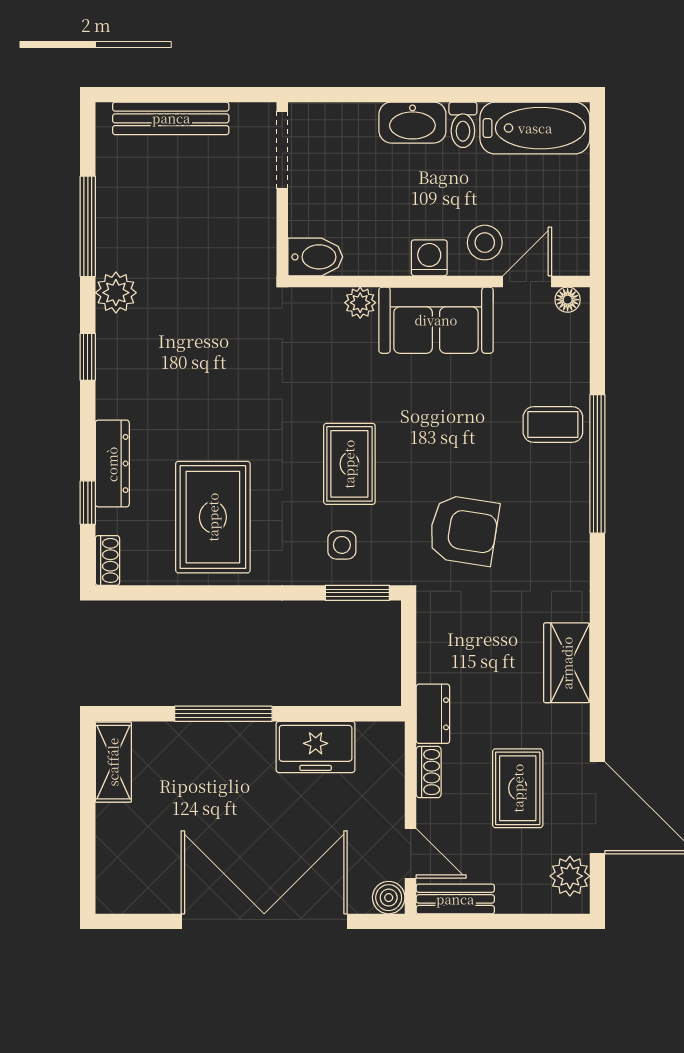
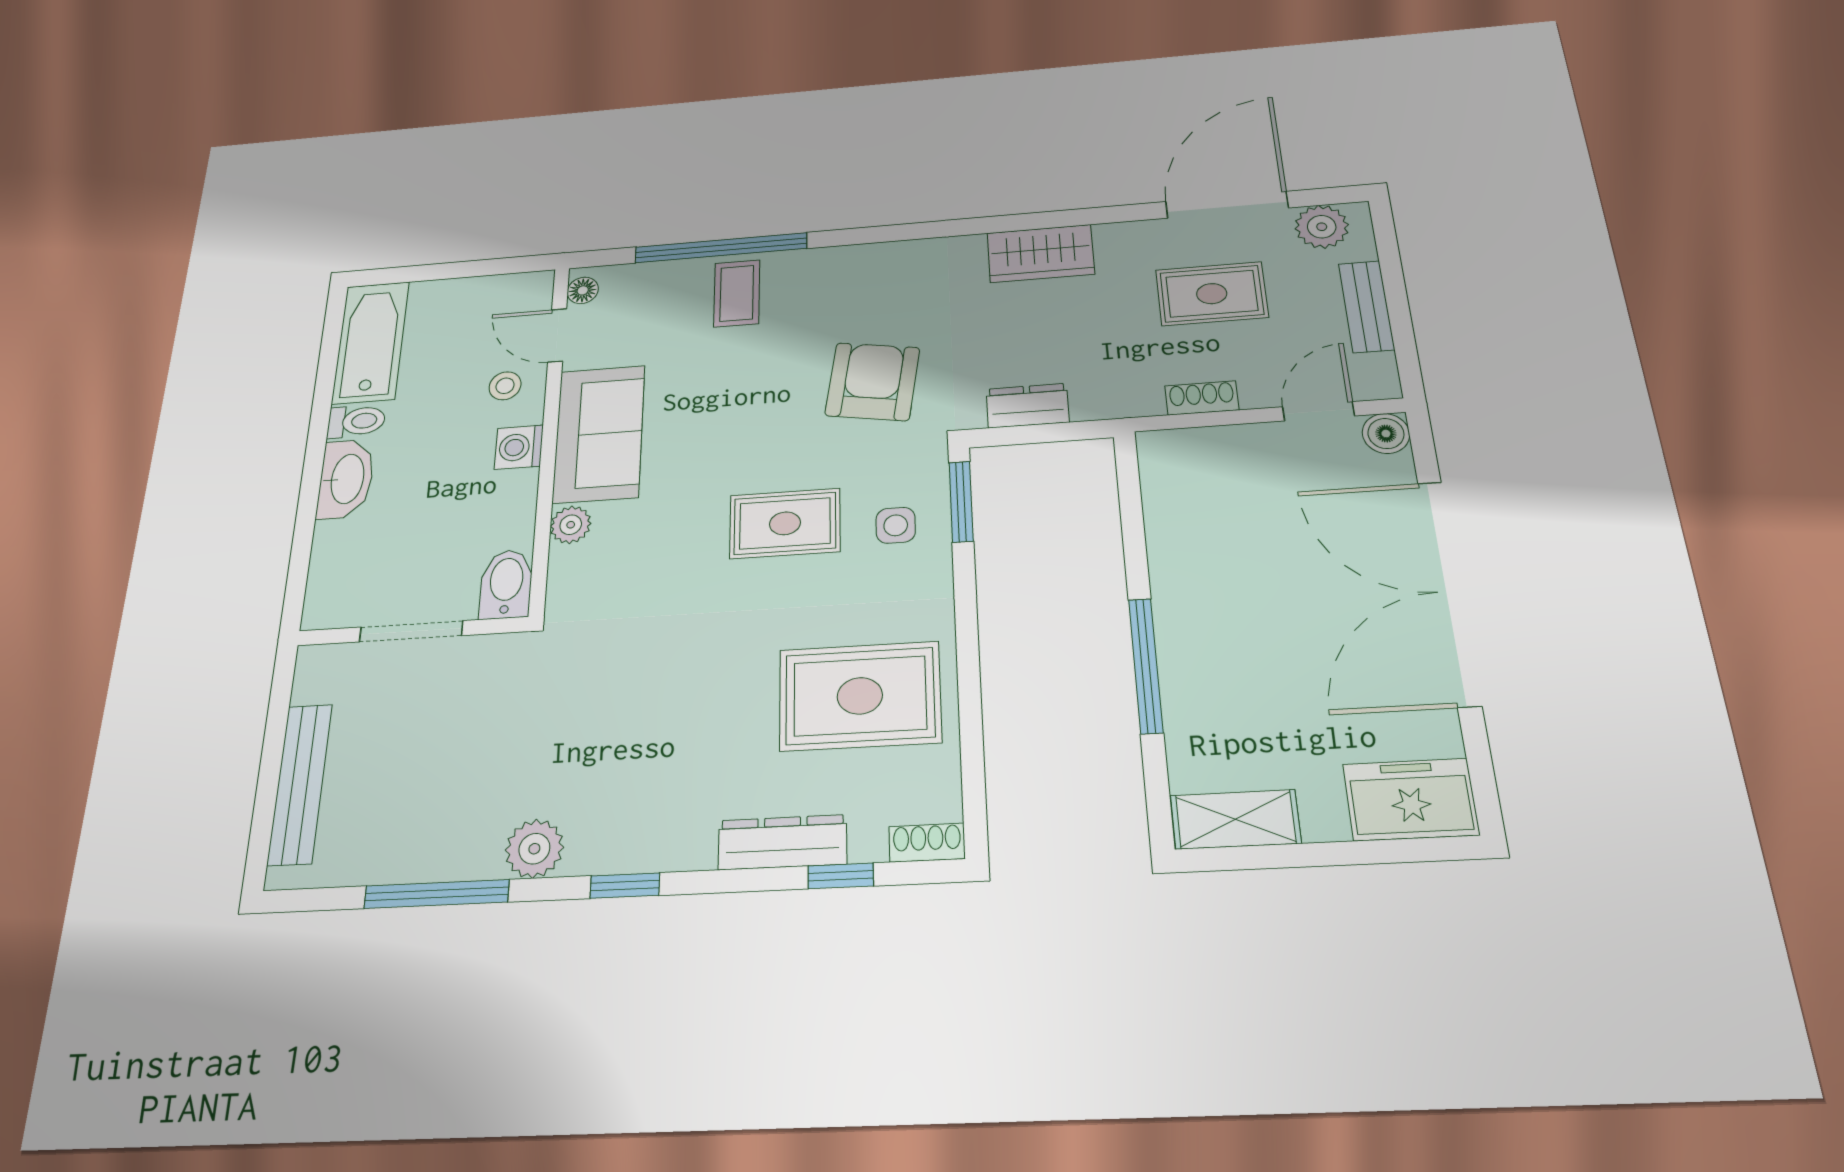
doorway: (282, 150) -> (411, 631), moved
stool: (485, 243) -> (505, 386), width x0.73, depth x0.73
window: (597, 464) -> (721, 248), moved
dresser: (433, 714) -> (1027, 406), moved
freezer: (316, 747) -> (1411, 799), moved, turned -90
bench: (455, 899) -> (1366, 307), moved

